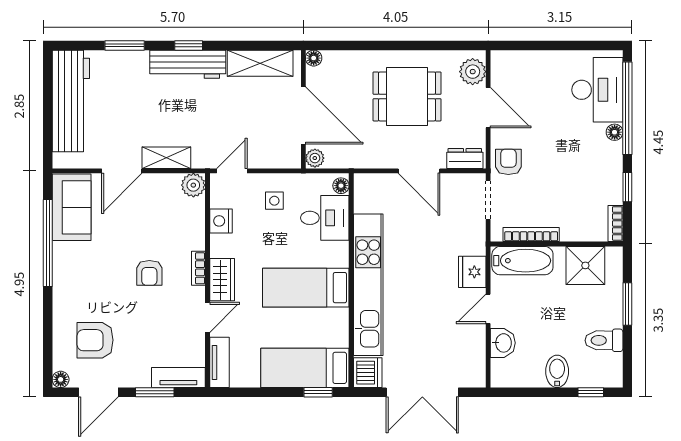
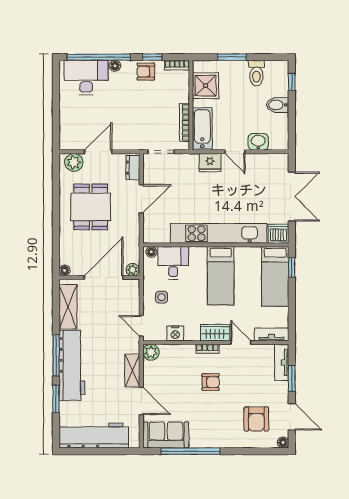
window: (189, 45) -> (56, 355), width x2.17
workbench: (188, 64) -> (72, 365), width x1.36, depth x1.32
armchair: (508, 162) -> (146, 72), moved

